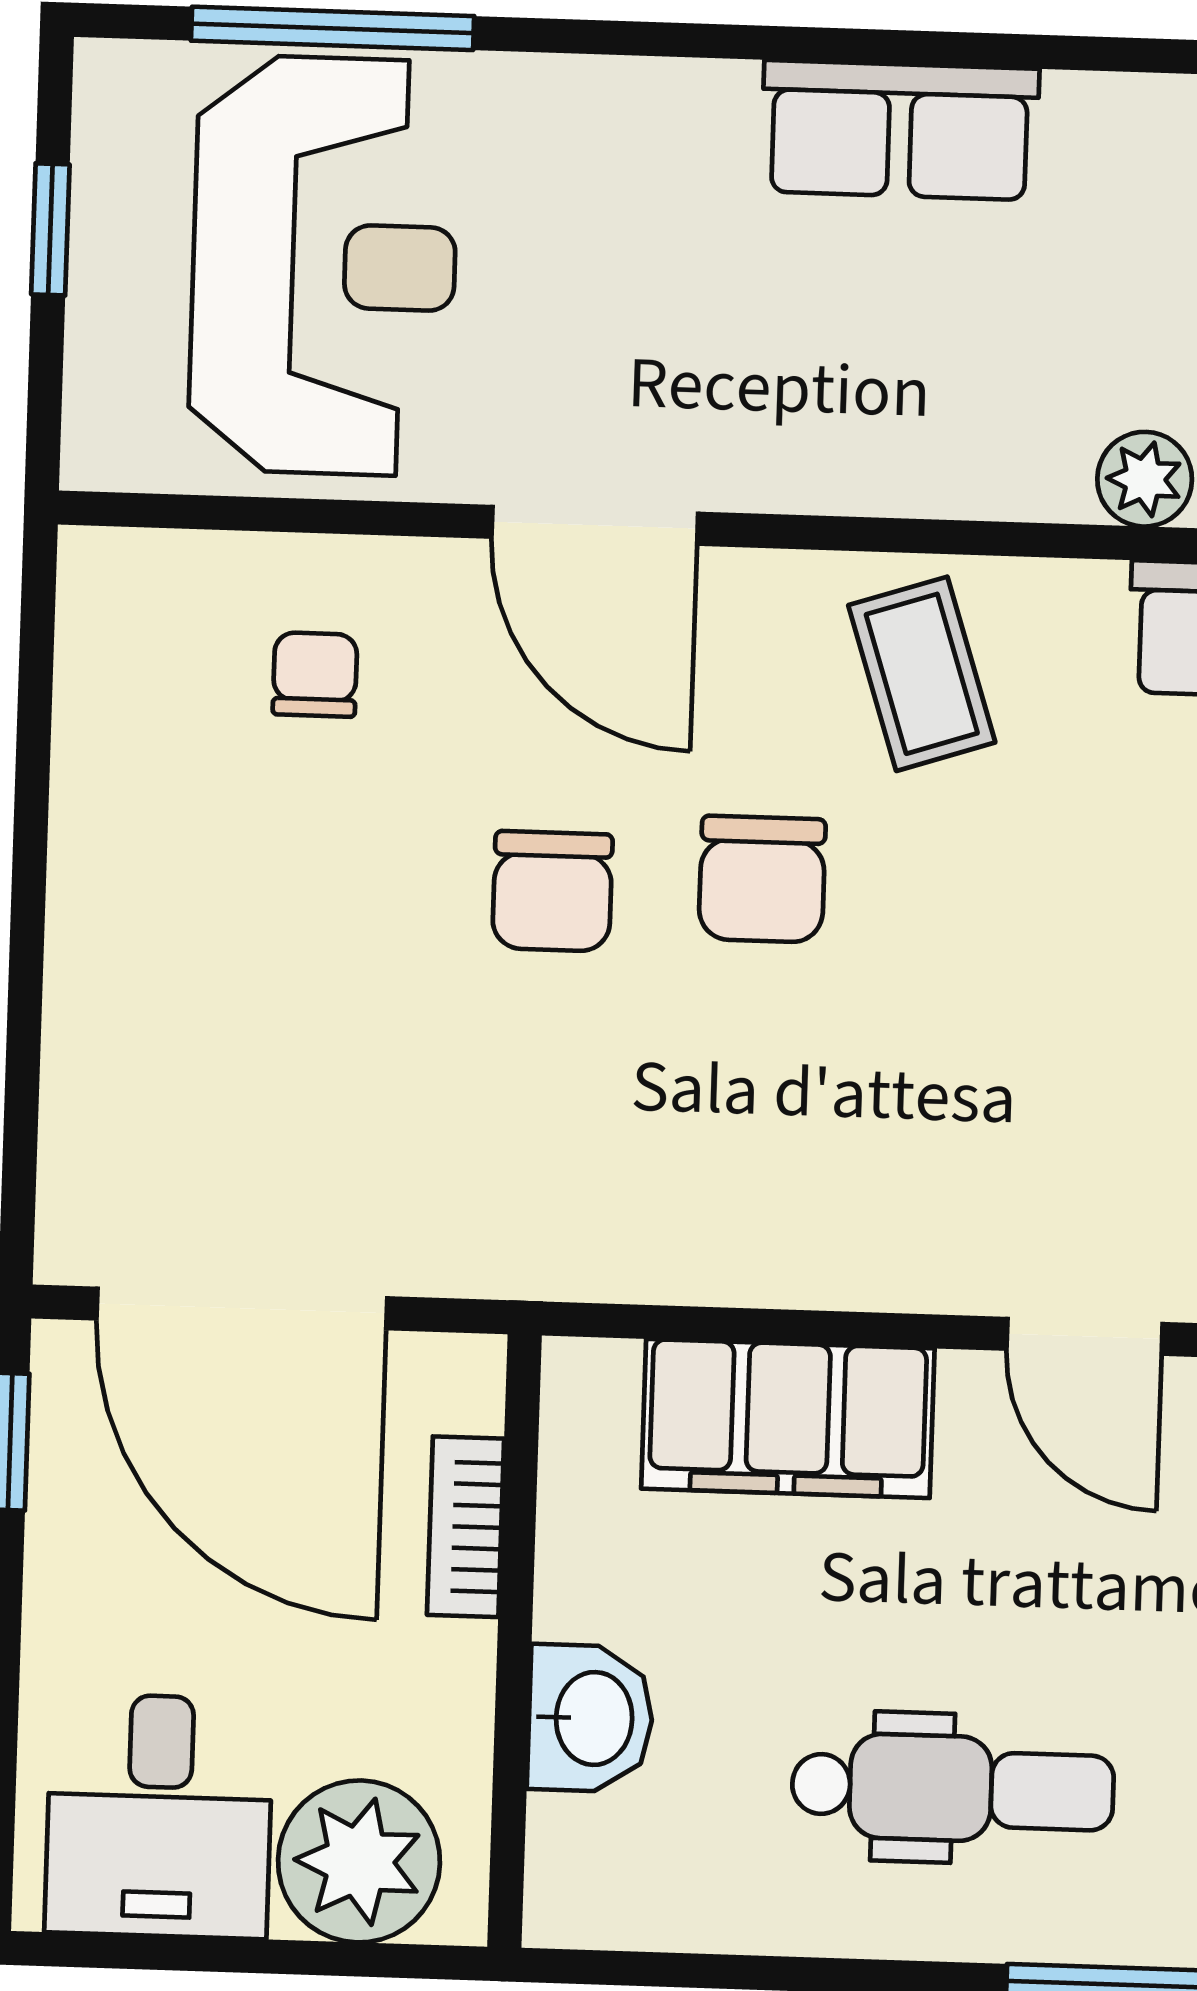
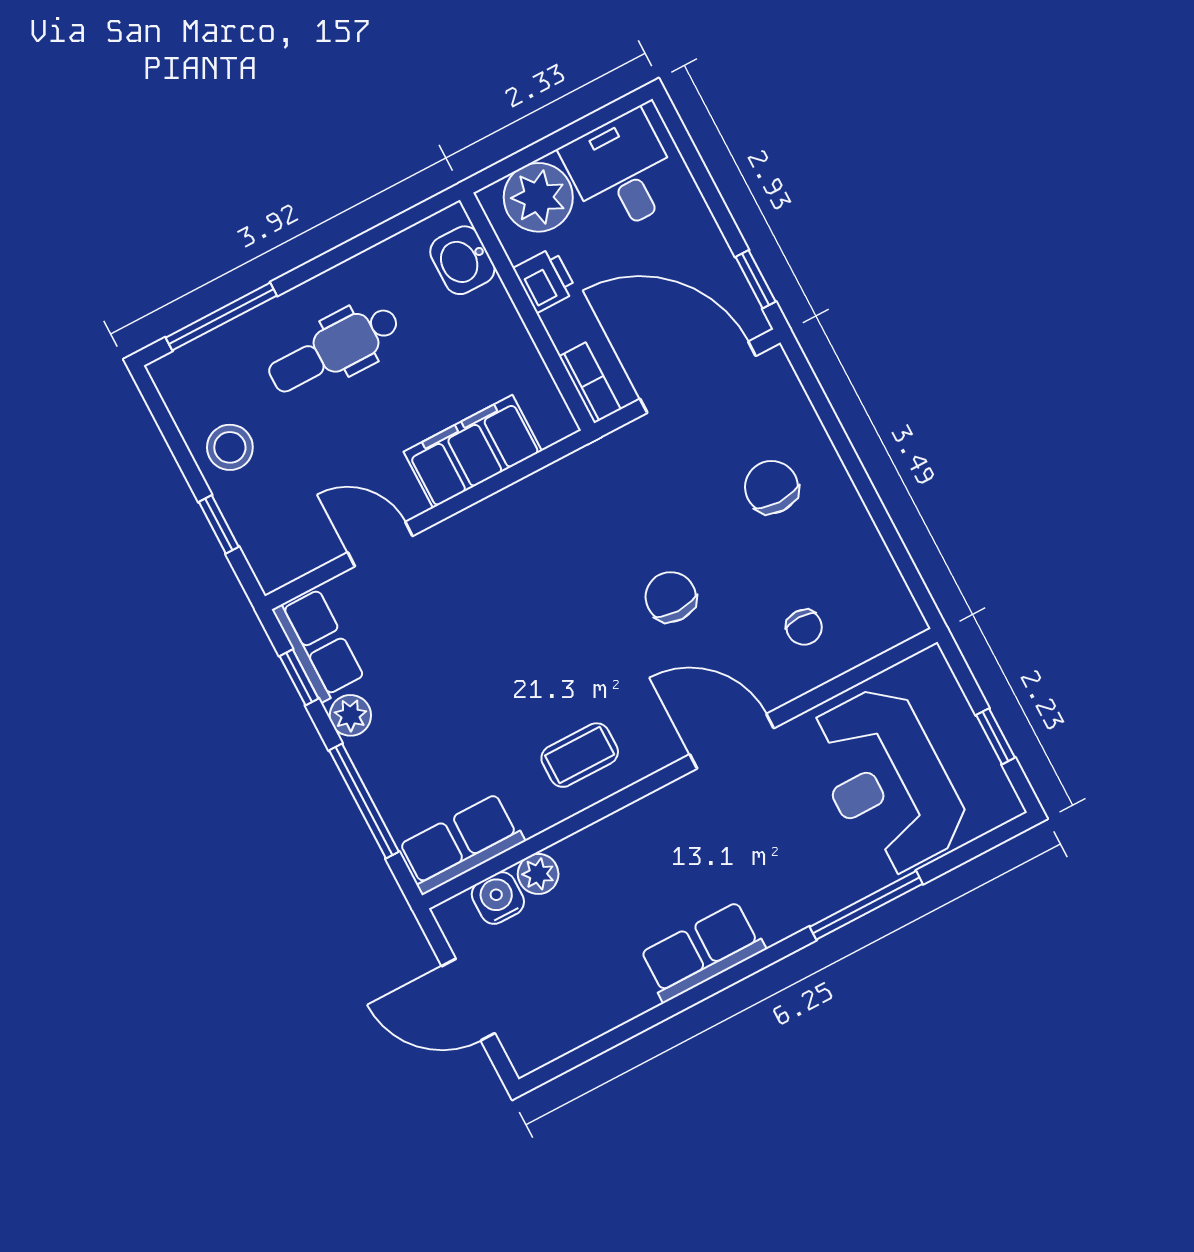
window: (333, 28) -> (866, 905), moved
coffee table: (922, 674) -> (580, 755), turned -72
chair: (762, 879) -> (772, 487), moved
bookcase: (466, 1527) -> (590, 383), moved
printer: (441, 1685) -> (545, 280), added
washbasin: (590, 1718) -> (462, 260), moved

